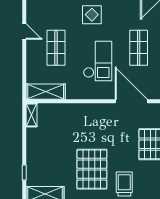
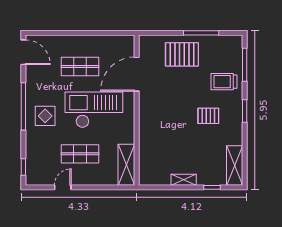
checkout: (98, 61) -> (94, 110), width x1.36, depth x1.21
shelving: (31, 115) -> (184, 180), moved
pallet: (92, 169) -> (208, 116), width x0.49, depth x0.50

